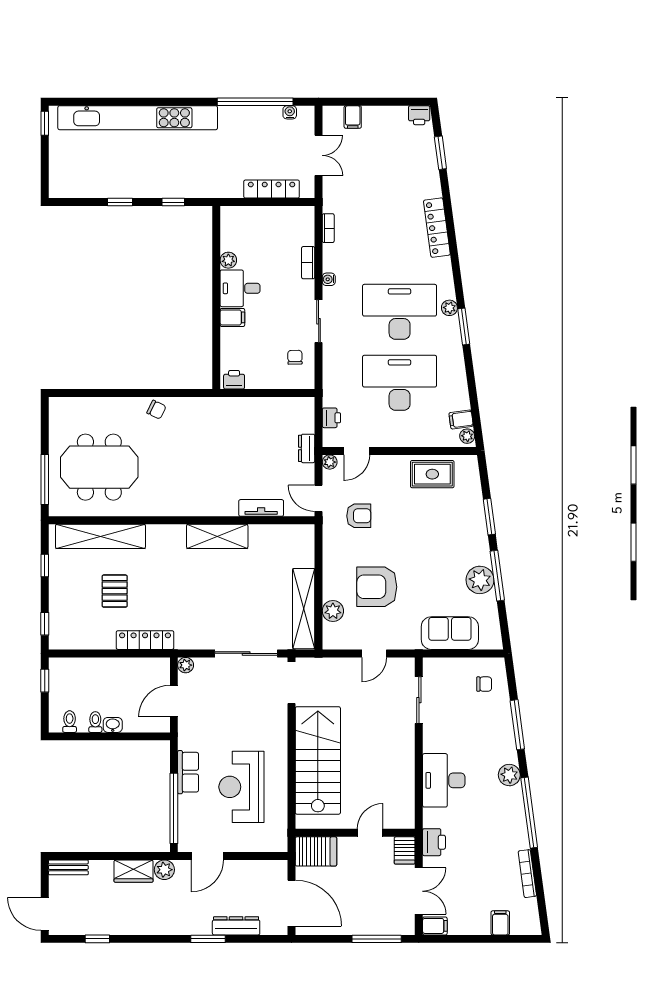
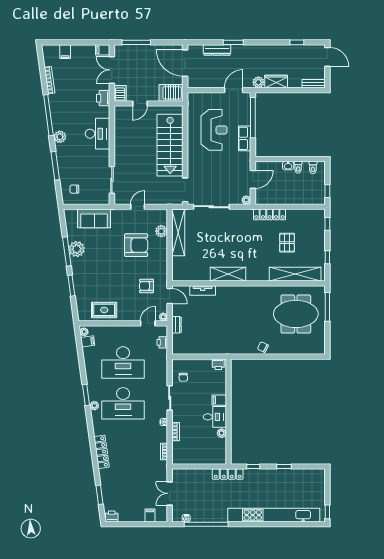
locker: (272, 189) -> (228, 474), moved

